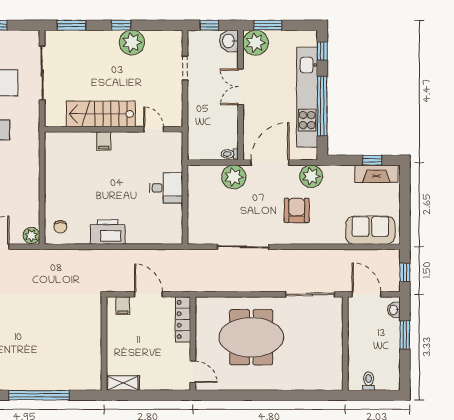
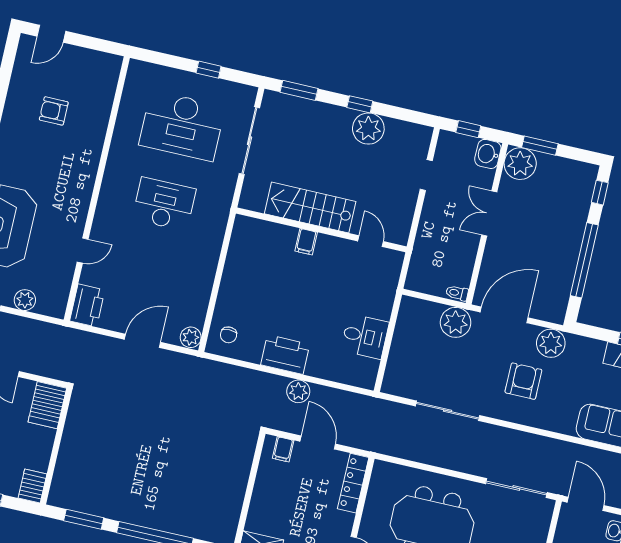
kitchen unit: (307, 97) -> (568, 245), removed
desk: (166, 188) -> (365, 336), moved
plant: (124, 258) -> (298, 391), added

